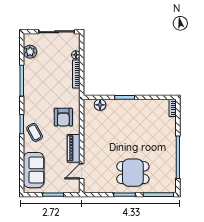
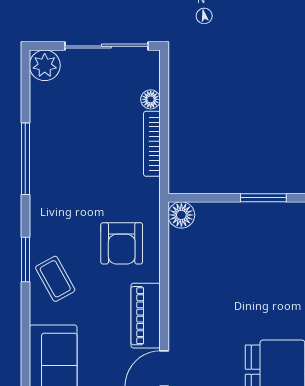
plant: (30, 52) -> (45, 65), moved
floor lamp: (100, 105) -> (181, 215), moved

